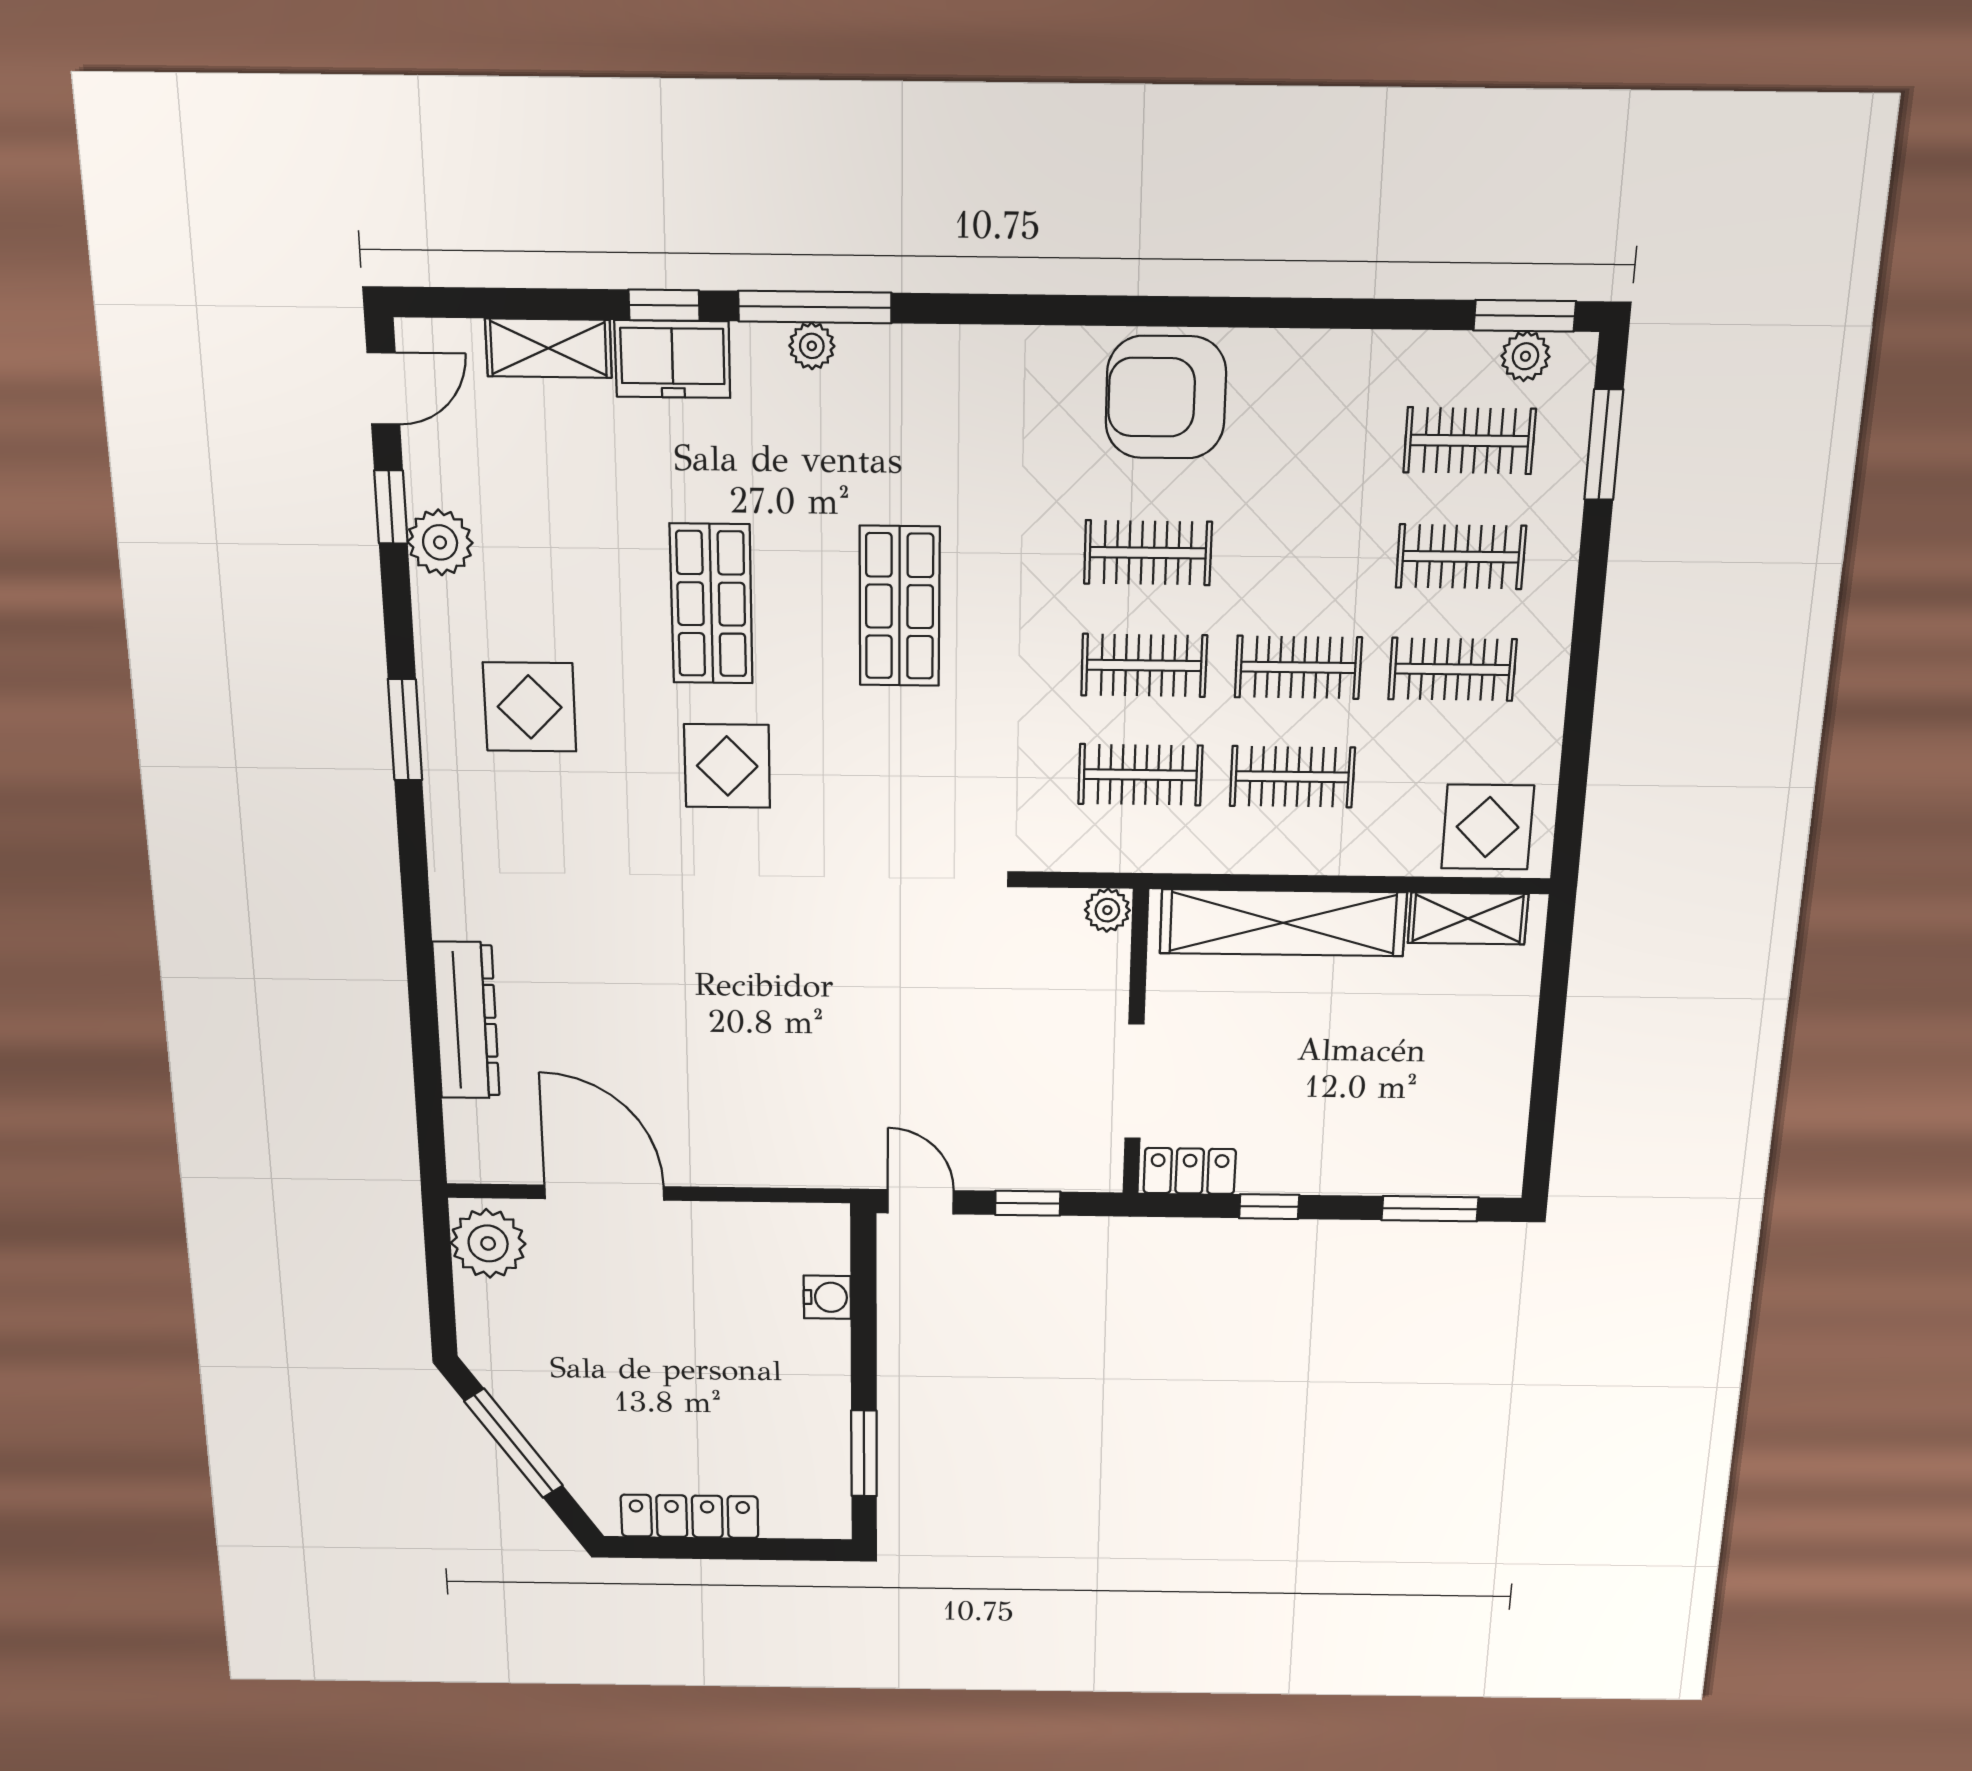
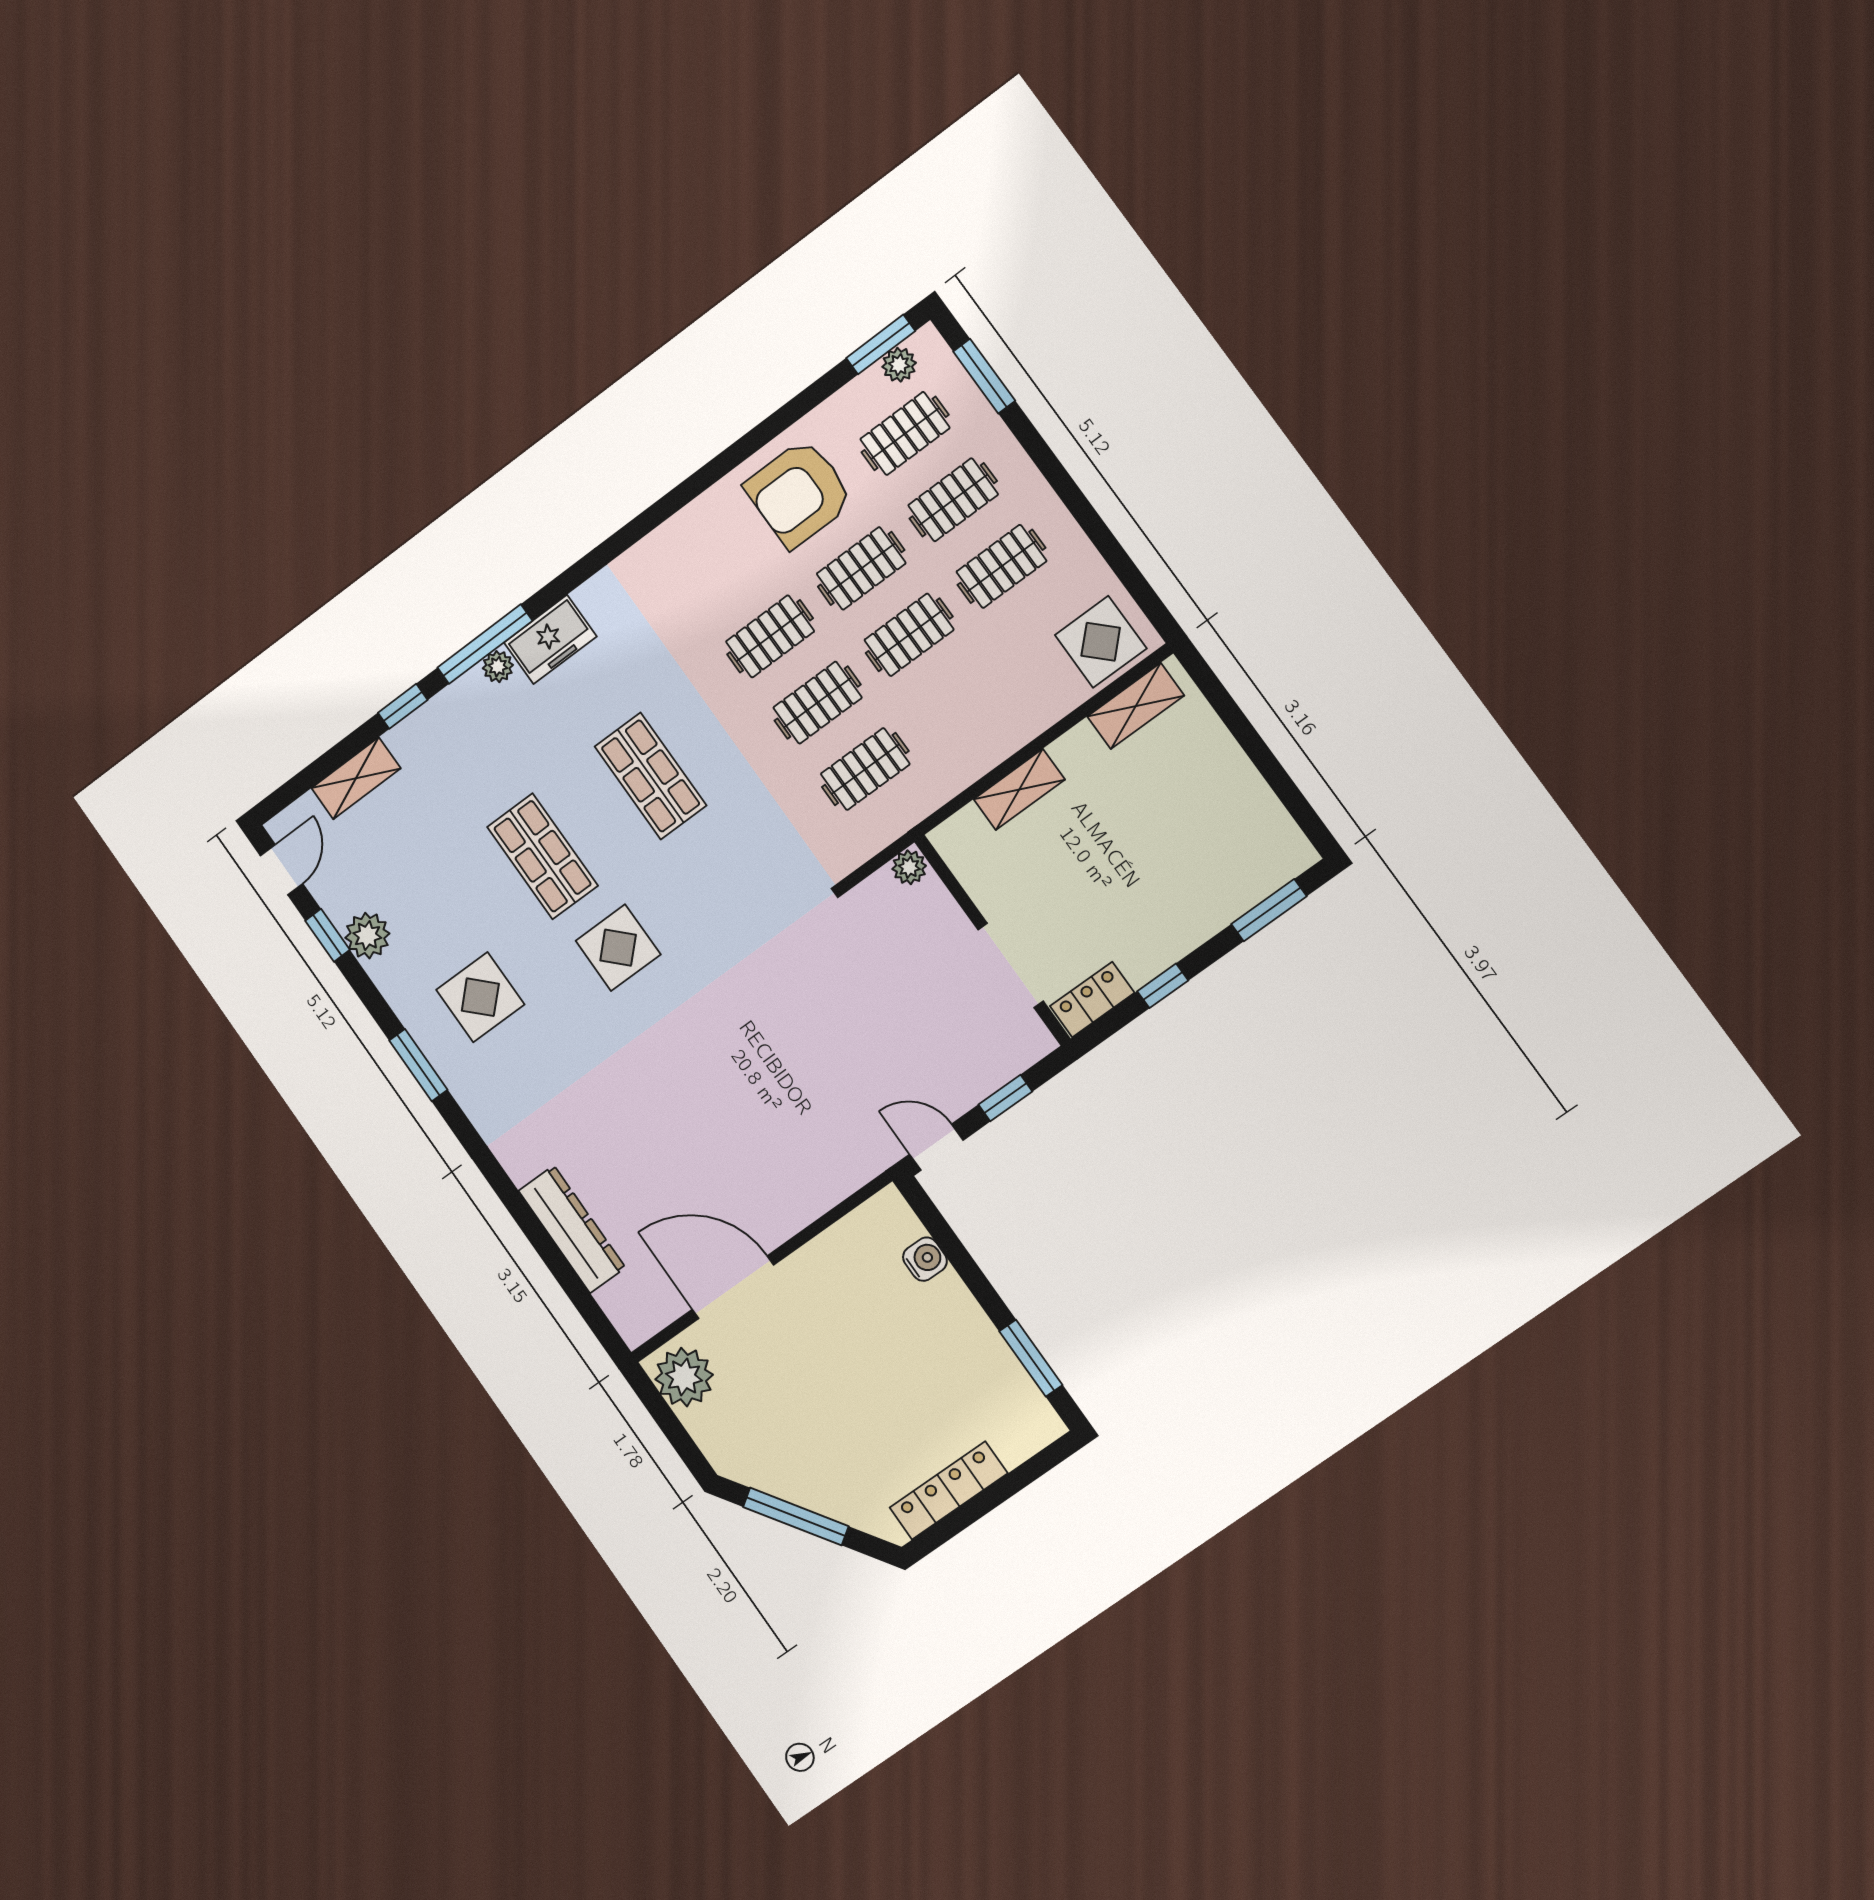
freezer: (673, 359) -> (550, 639), moved
armchair: (1166, 397) -> (799, 493), moved
clothes rail: (1292, 777) -> (861, 568), moved
shelving: (1283, 923) -> (1019, 789), width x0.45, depth x0.75

